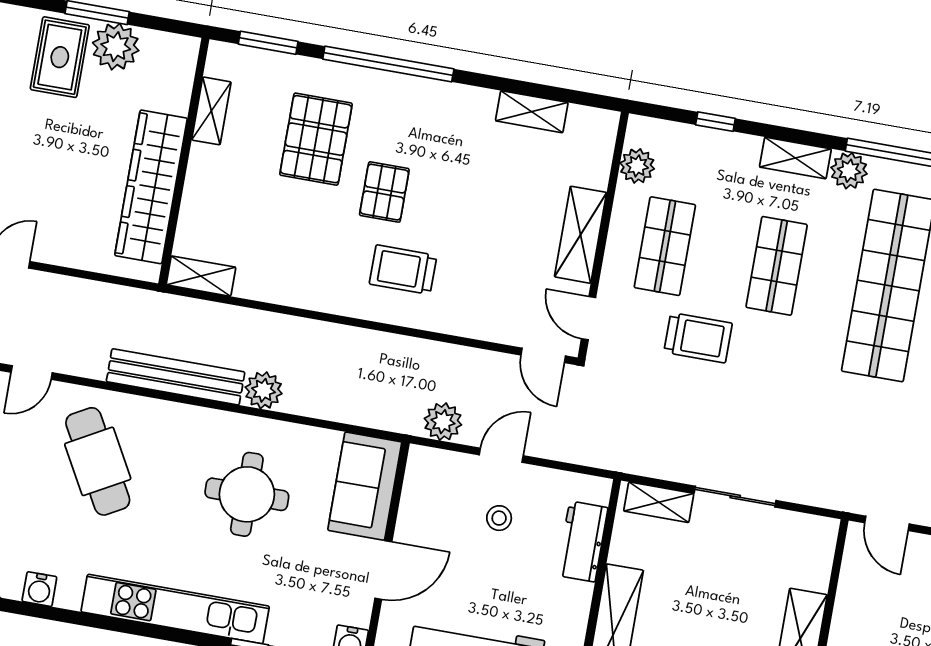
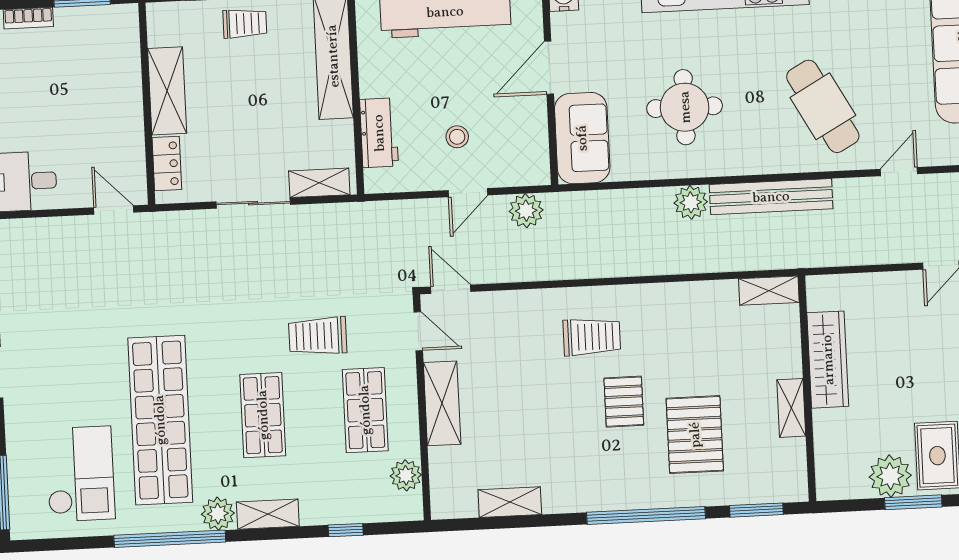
shelving: (211, 111) -> (791, 408), moved
wardrobe: (151, 187) -> (828, 360), width x0.71, depth x0.85
locker: (818, 560) -> (167, 164), added

